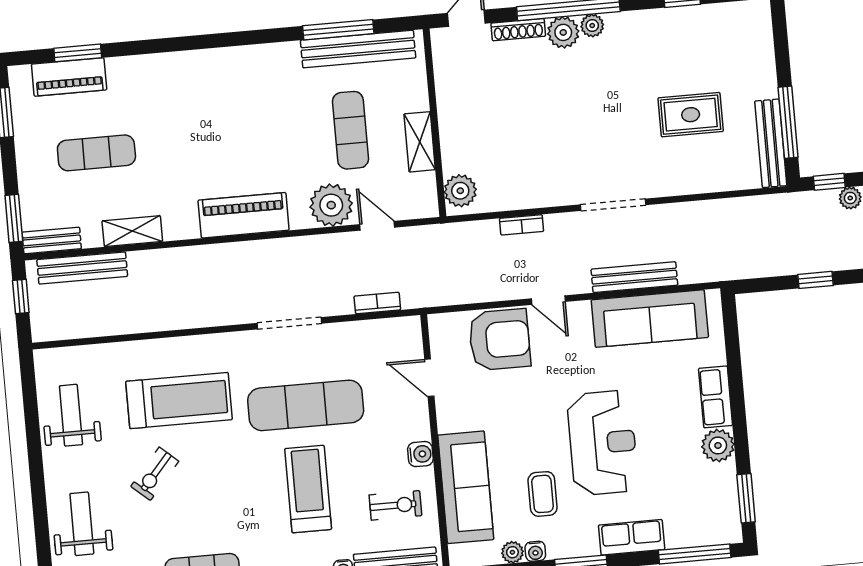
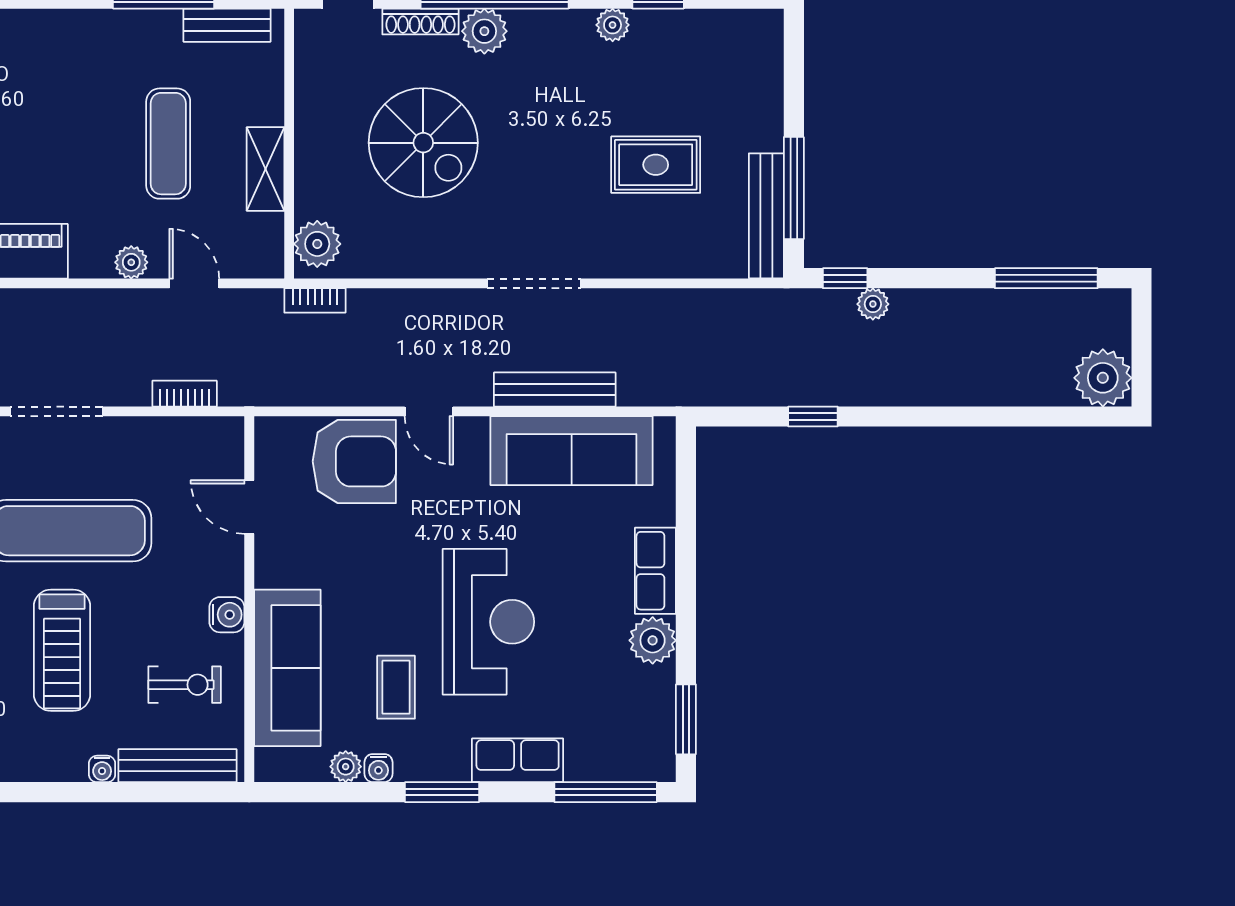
plant: (592, 26) -> (613, 25), moved
bench: (358, 49) -> (227, 25), width x0.54, depth x0.82
spiral stairs: (528, 114) -> (423, 143), added
plant: (331, 205) -> (131, 262), width x0.53, depth x0.53
bookcase: (522, 225) -> (315, 300), moved
treadmill: (308, 489) -> (62, 650), turned 180

